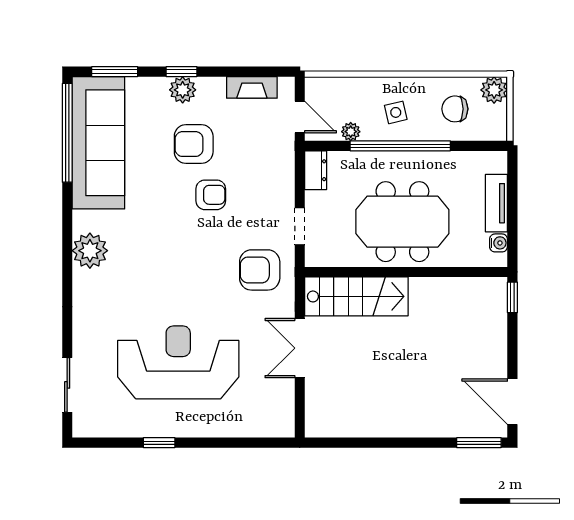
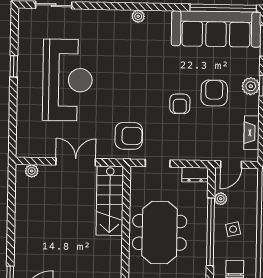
plant: (90, 251) -> (138, 16), width x0.53, depth x0.53
armchair: (260, 270) -> (129, 136), turned 90
plant: (314, 413) -> (32, 171), added

